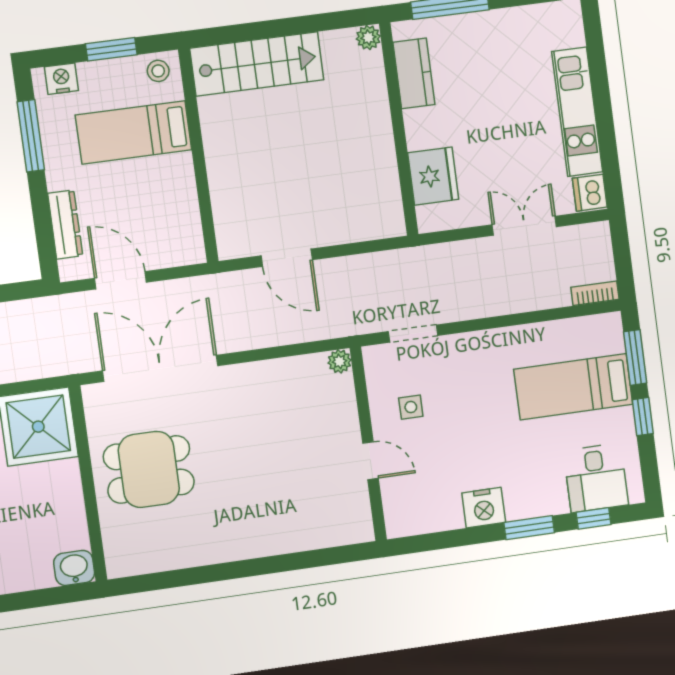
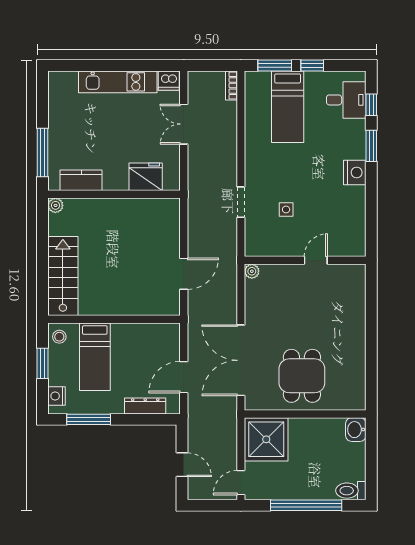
plant: (340, 361) -> (252, 271), moved
wall: (368, 444) -> (305, 260), moved
door: (371, 461) -> (316, 260), moved

